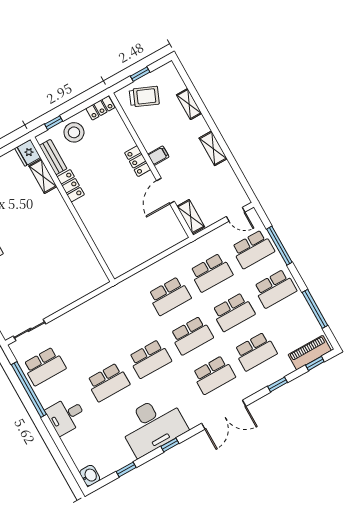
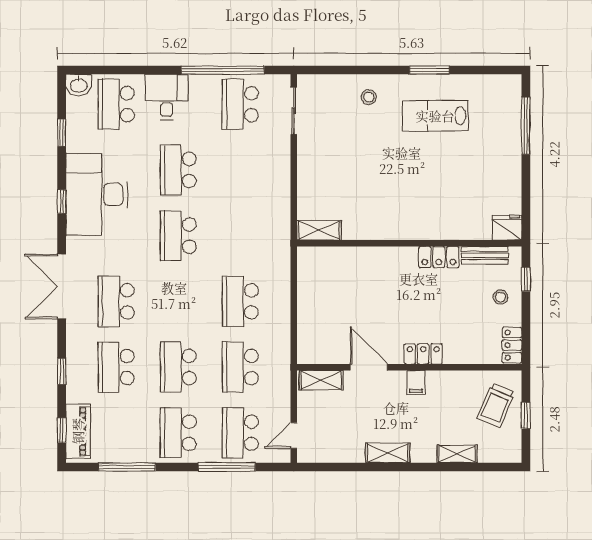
stool: (74, 132) -> (500, 297), width x0.53, depth x0.53
shelving: (43, 176) -> (319, 230), moved
school desk: (192, 335) -> (116, 104), moved

